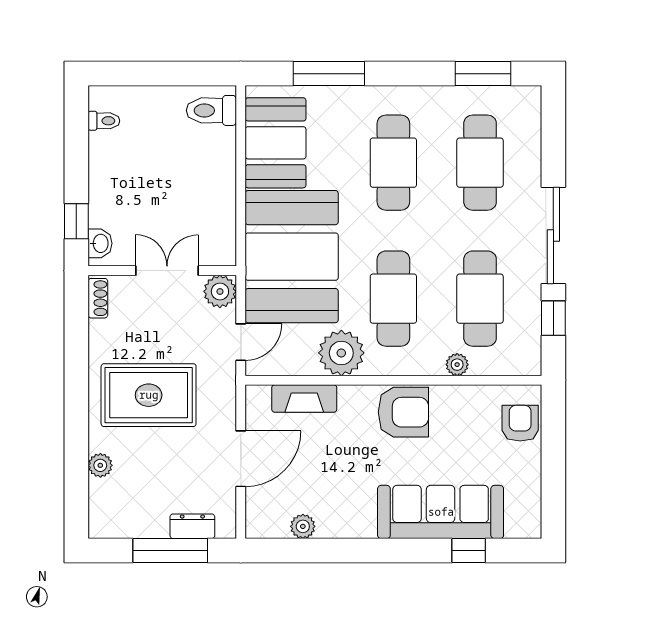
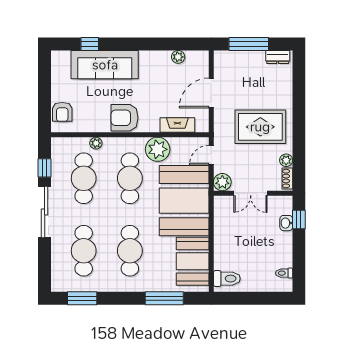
washbasin: (100, 243) -> (286, 223), moved
plant: (100, 465) -> (286, 160), moved
dresser: (192, 526) -> (278, 57), moved

